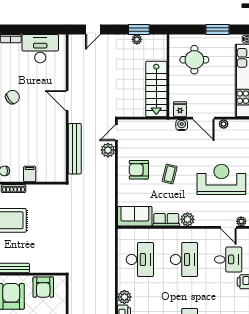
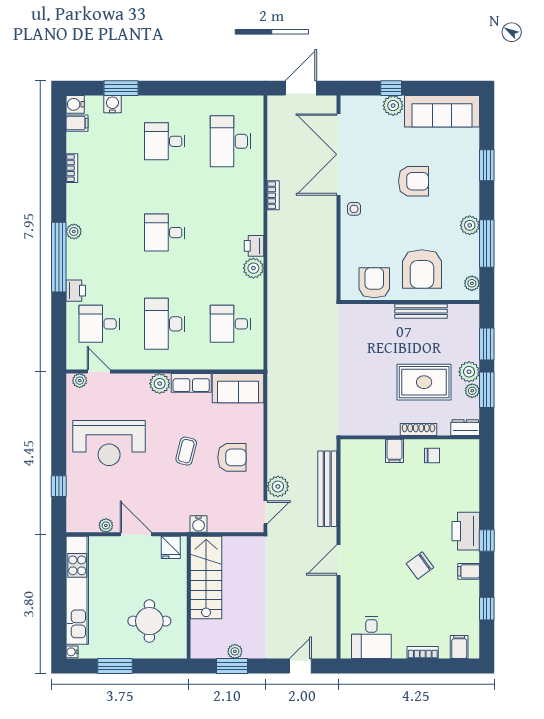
desk: (40, 49) -> (371, 637), width x0.73
door: (67, 101) -> (339, 560), swing flipped
water cooler: (182, 125) -> (199, 524), moved
desk: (140, 259) -> (230, 324), width x0.73

